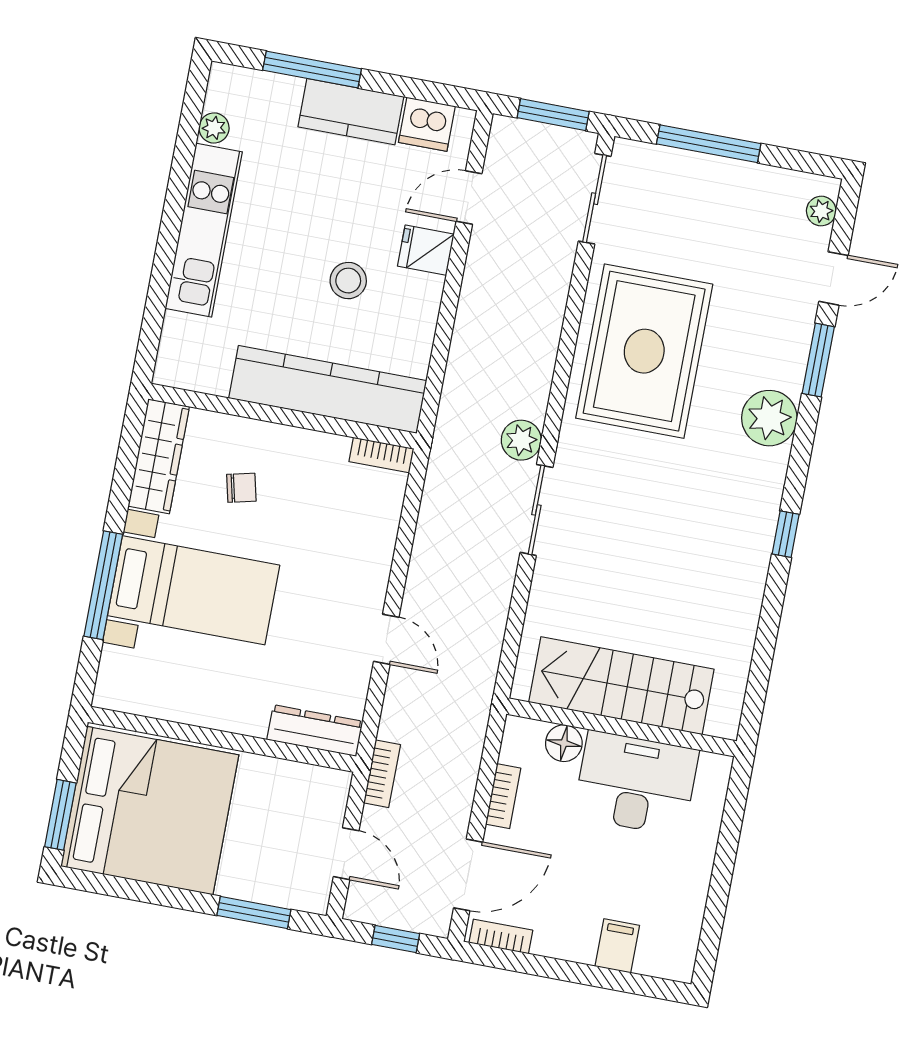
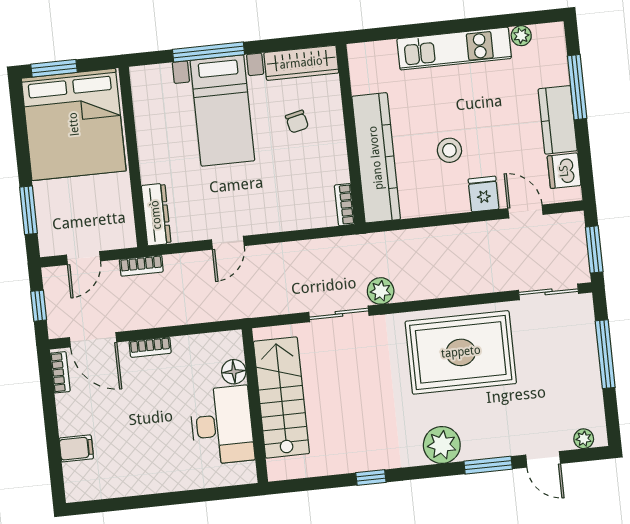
stairs: (621, 686) -> (281, 397), moved
wall: (622, 727) -> (255, 406), moved
floor lamp: (564, 743) -> (234, 372), moved
desk: (636, 783) -> (222, 425), moved

